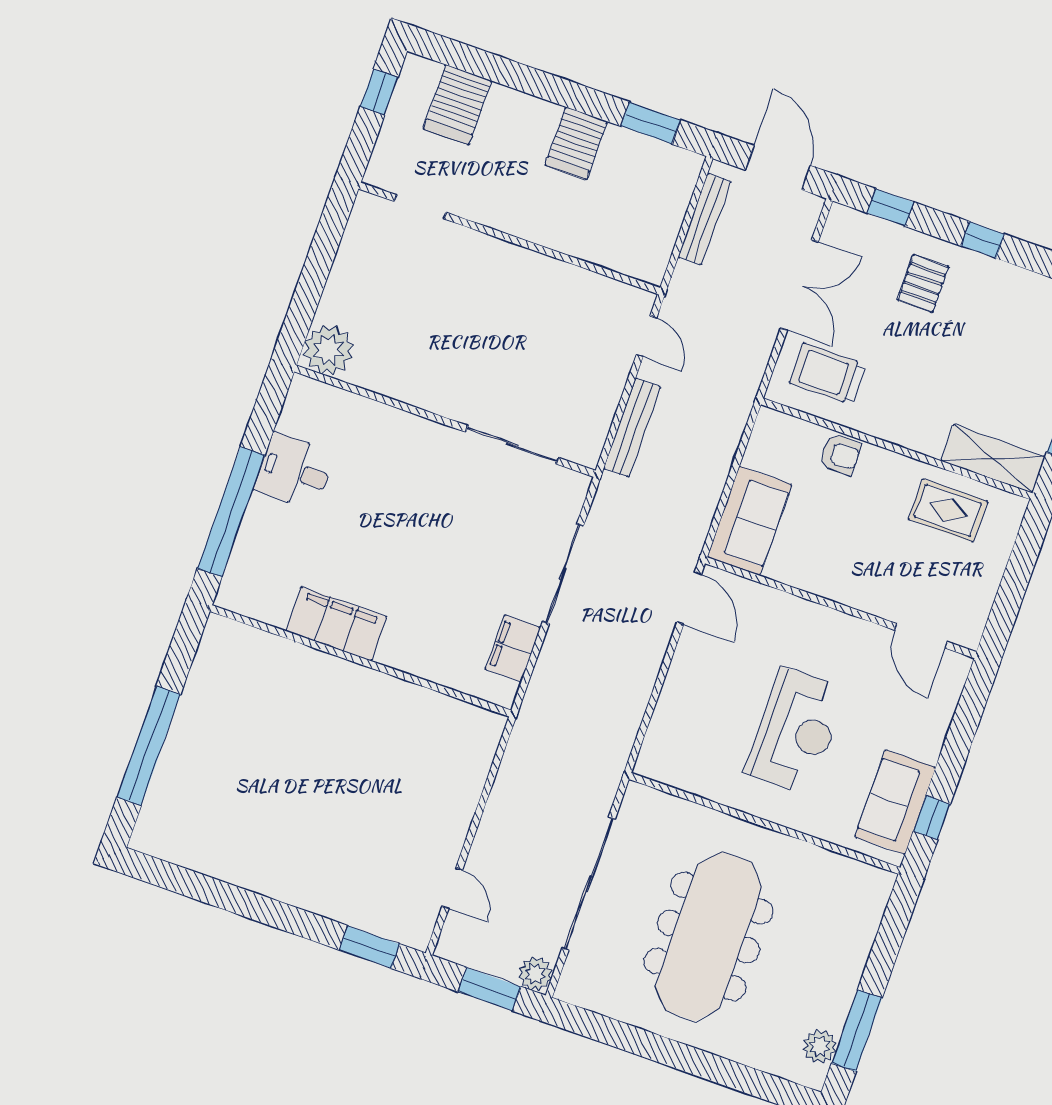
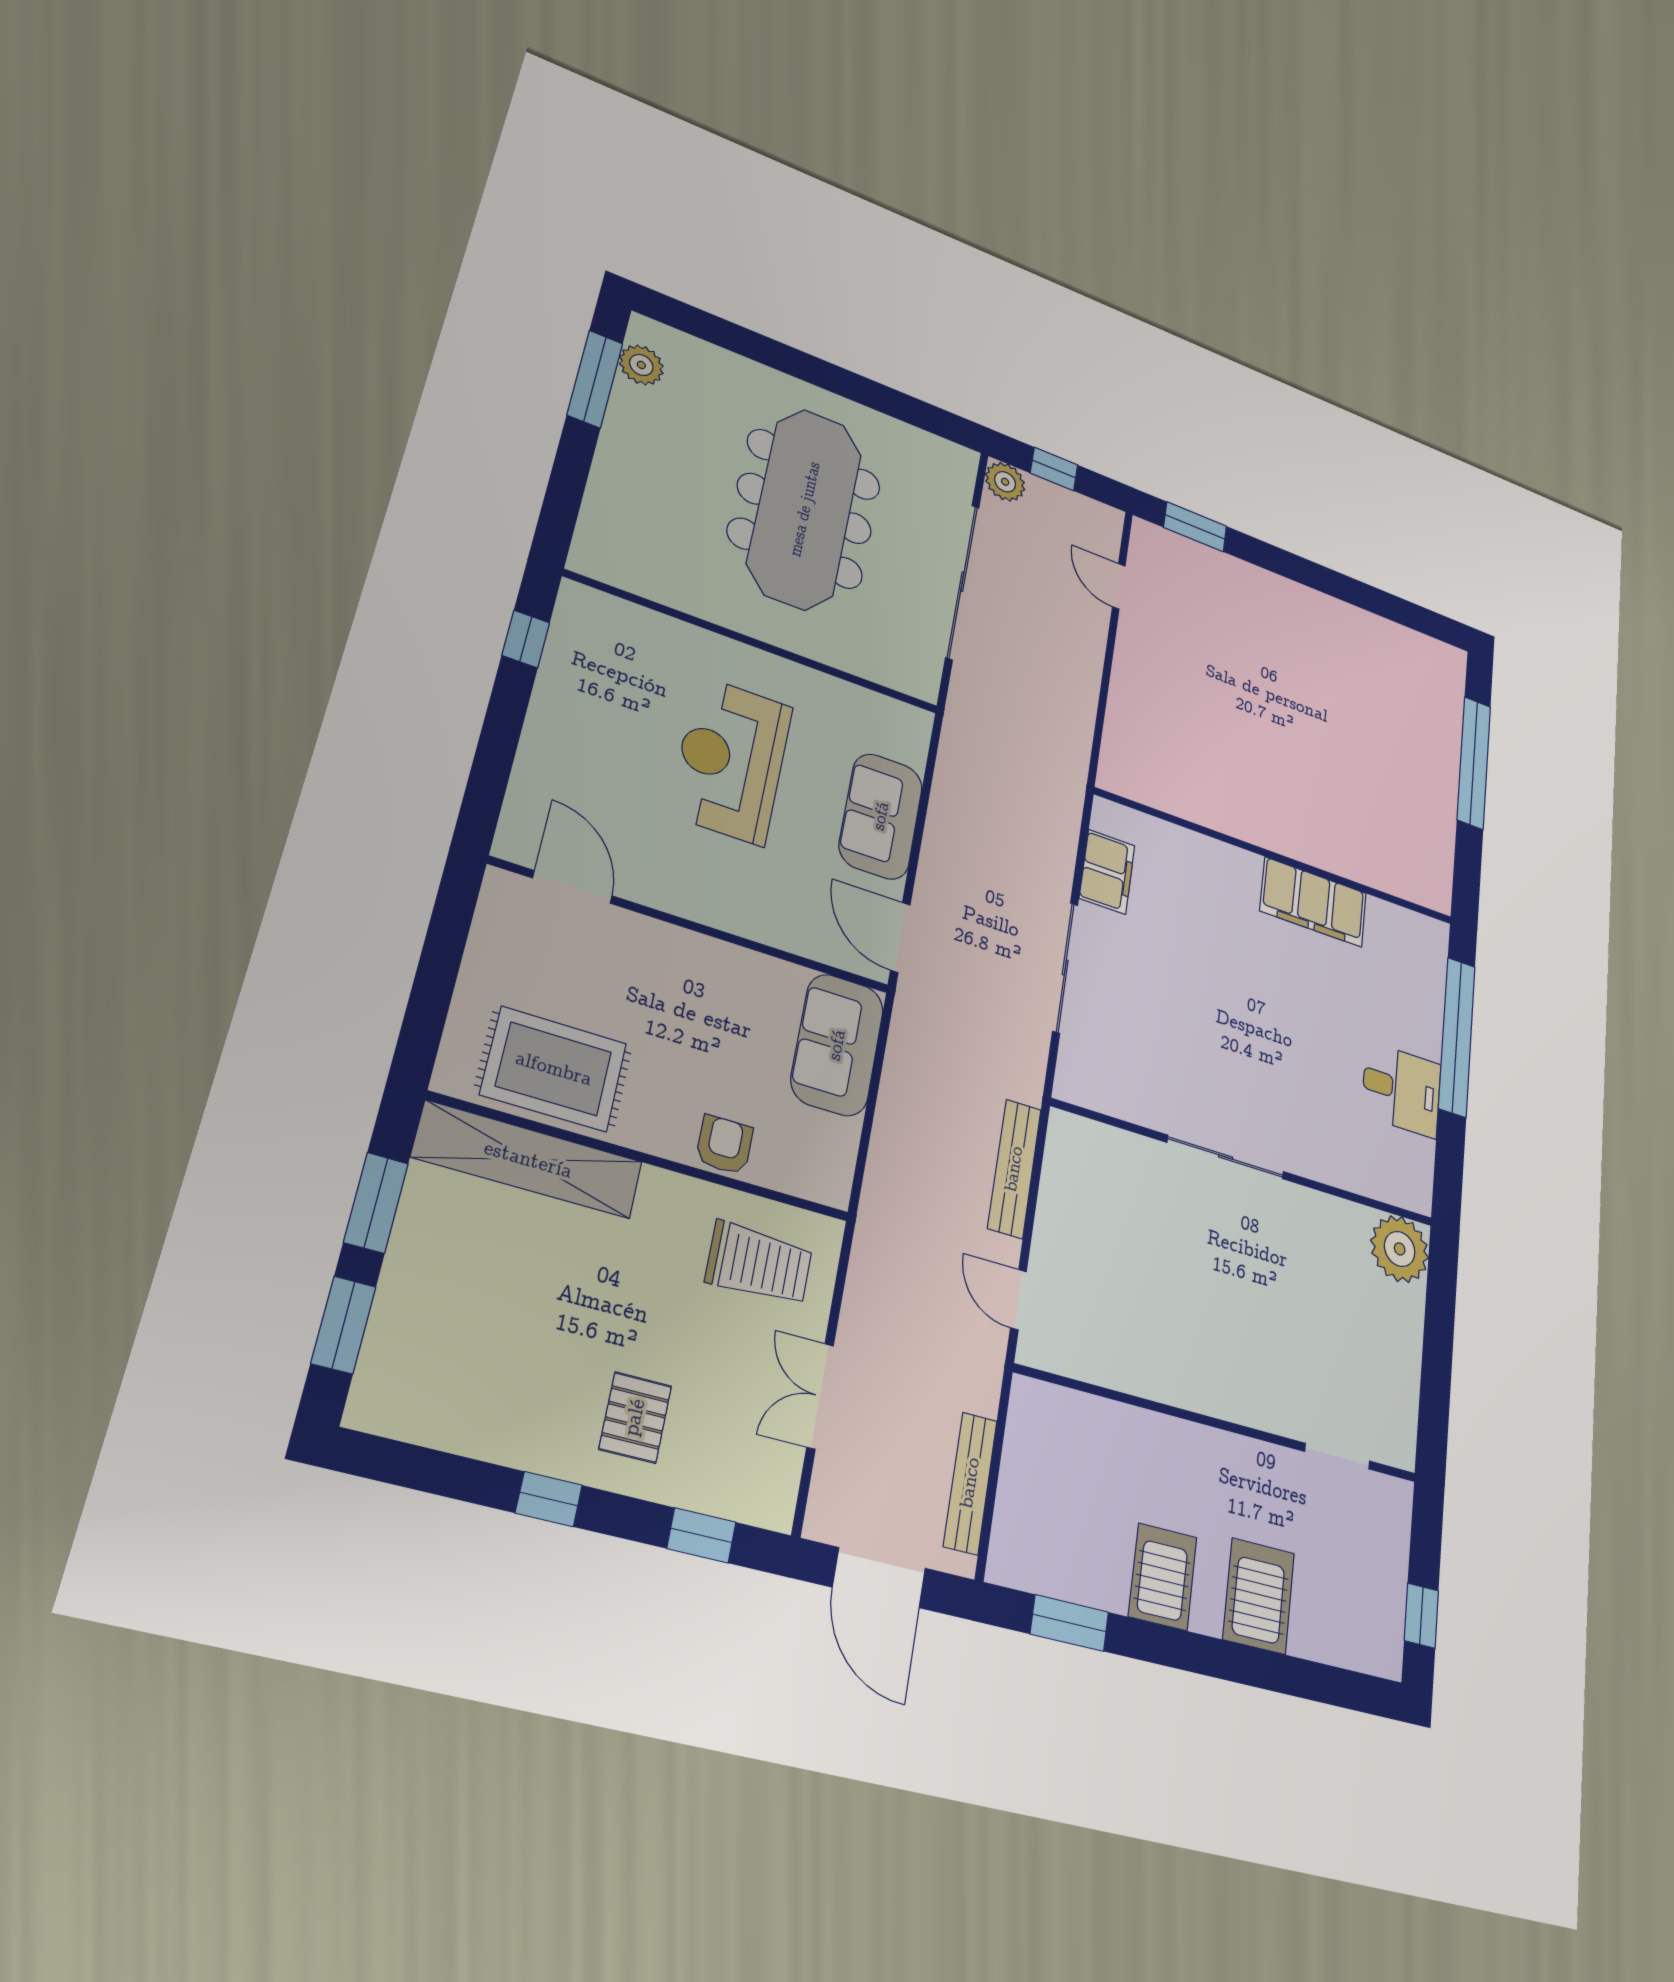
server rack: (457, 105) -> (1259, 1596), moved
double door: (799, 285) -> (820, 1396), width x0.73
sliding door: (512, 445) -> (1226, 1157), moved
armchair: (840, 454) -> (724, 1145), turned 90
shelving: (993, 459) -> (528, 1160), width x1.47
rug: (948, 510) -> (554, 1069), width x1.36, depth x1.43
sofa: (895, 802) -> (881, 816), moved, turned 180
window: (489, 989) -> (1054, 469), width x0.67

